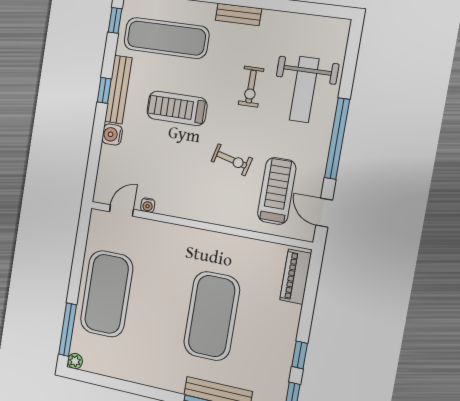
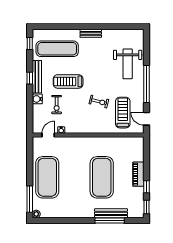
exercise bike: (251, 87) -> (57, 105), moved
piano: (296, 277) -> (138, 174), moved

